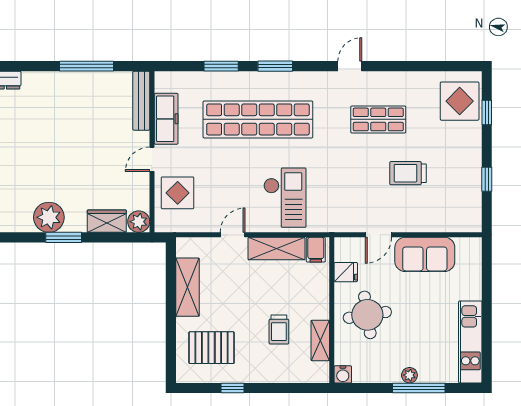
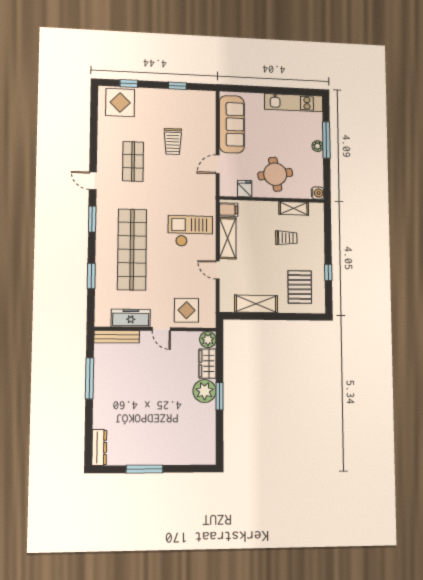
window: (275, 66) -> (92, 219), moved
plant: (49, 217) -> (205, 391), moved
door: (378, 235) -> (218, 164), swing flipped
sofa: (425, 254) -> (232, 124), width x1.36

